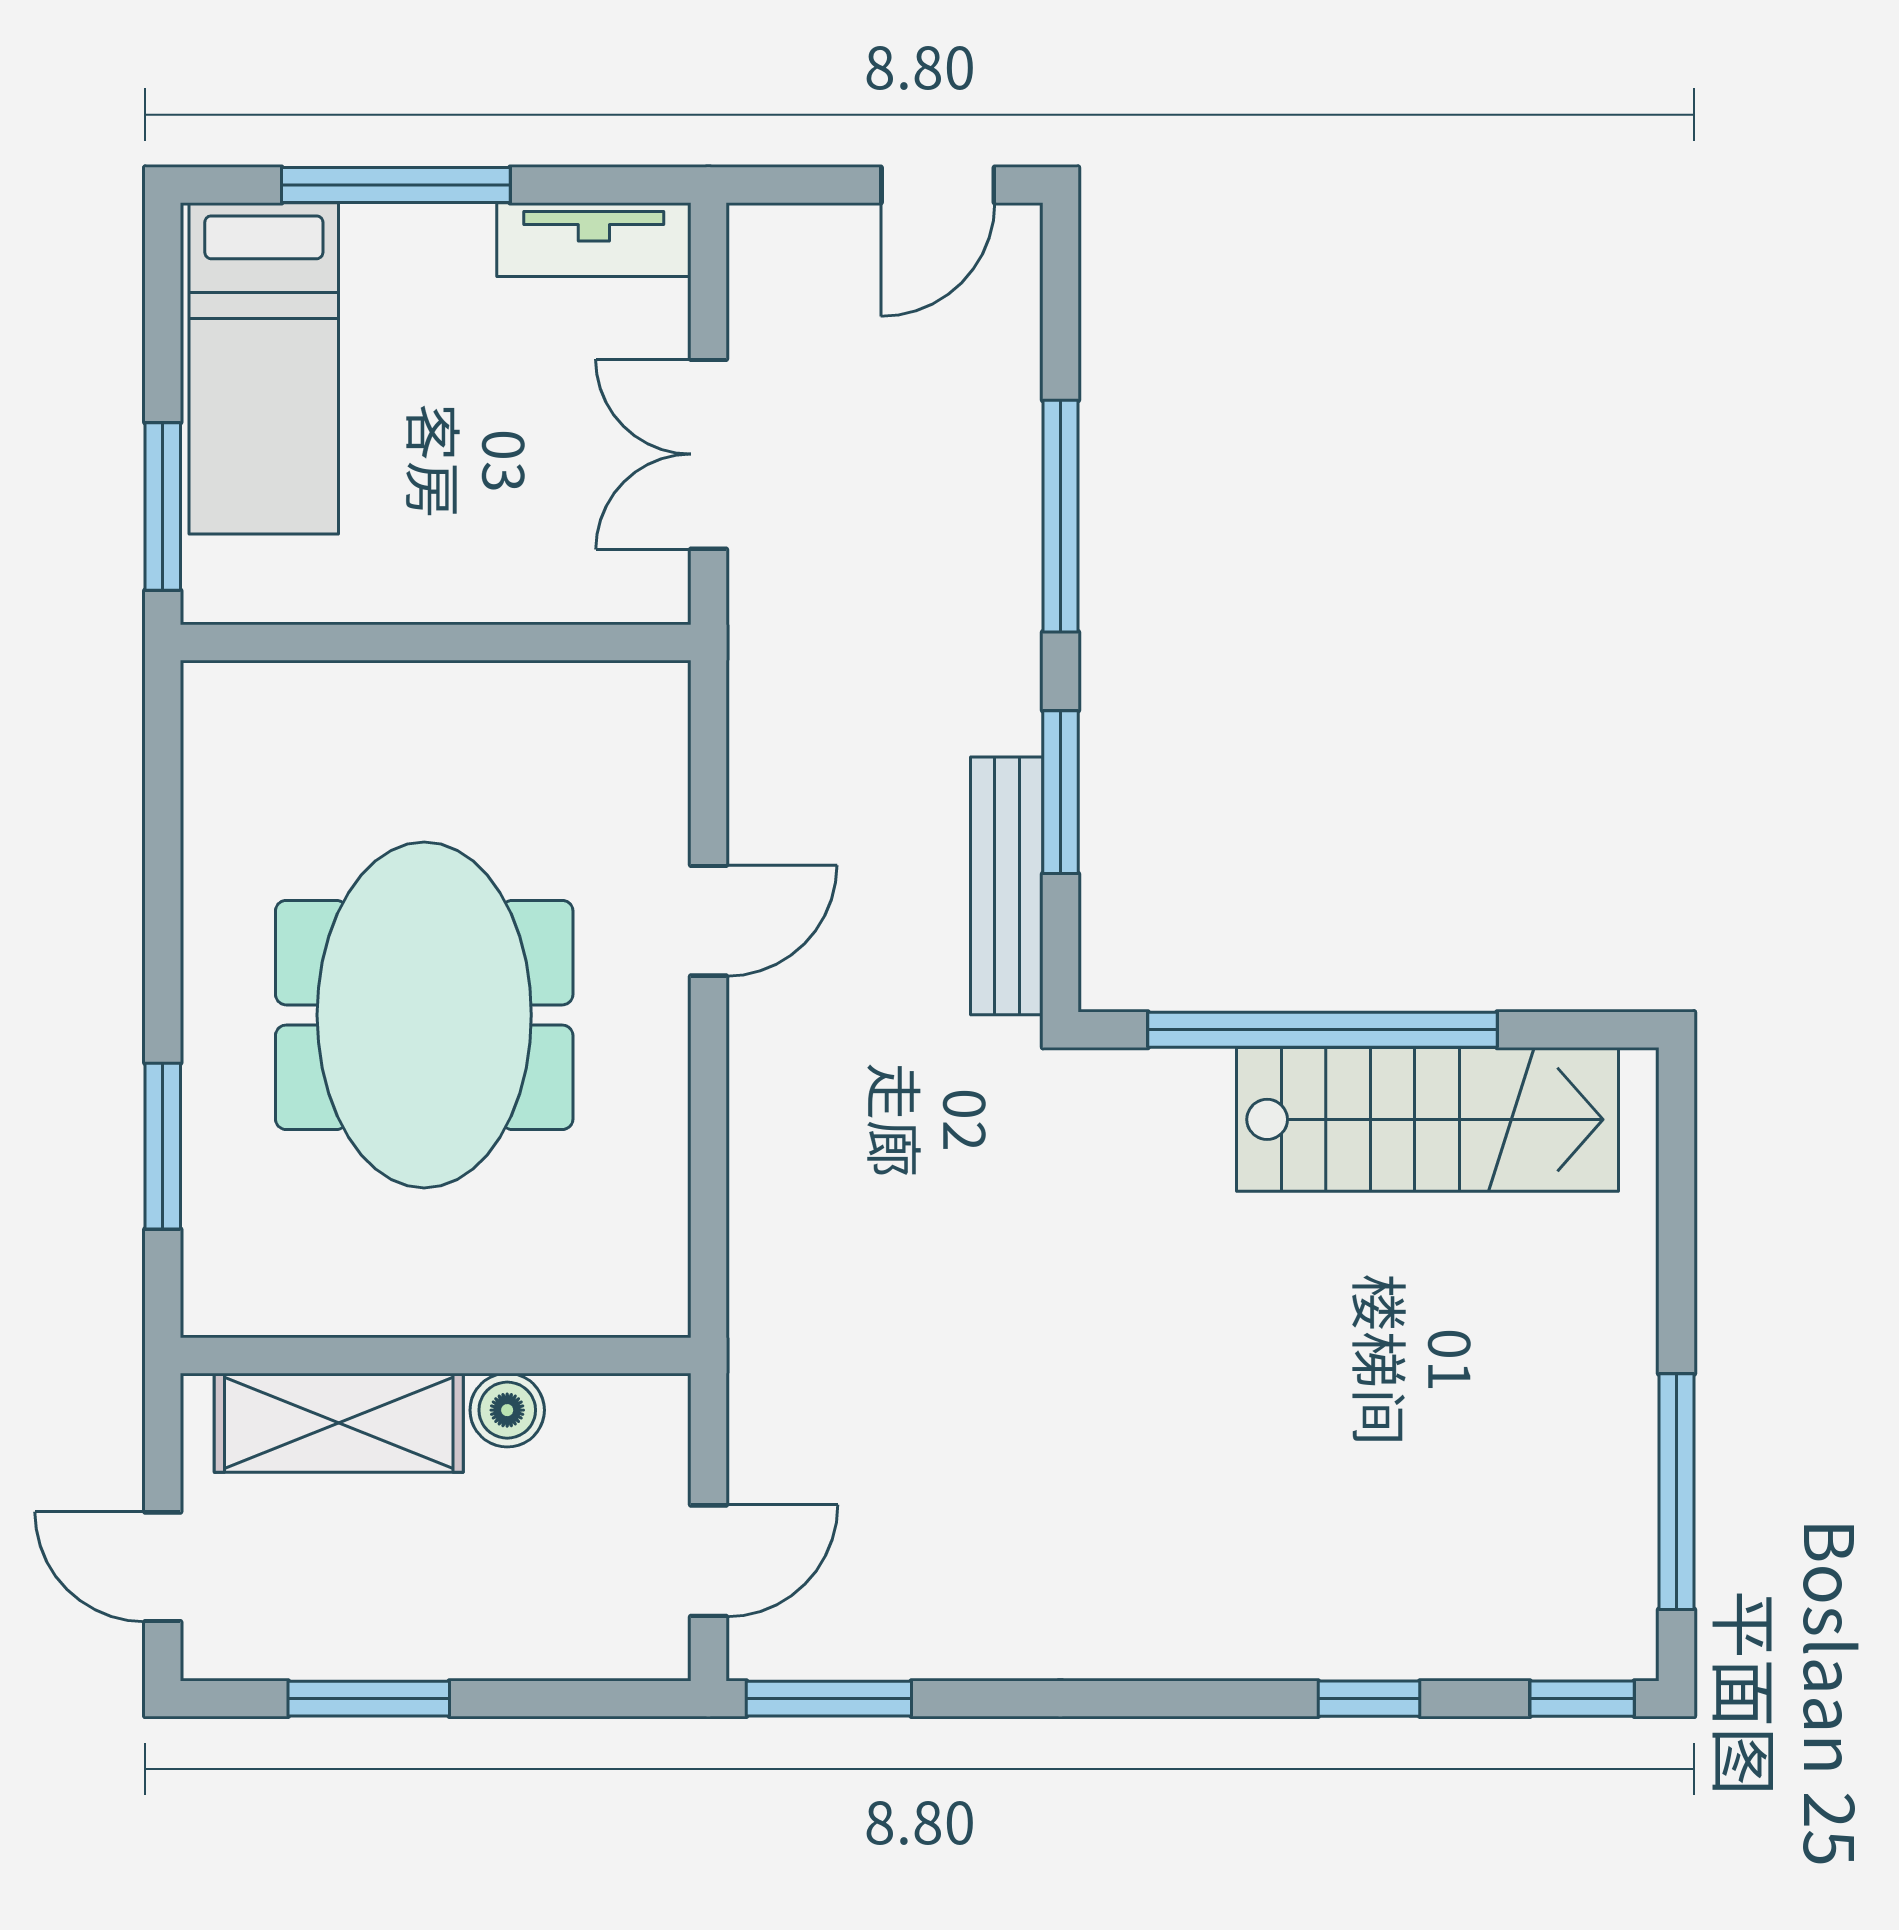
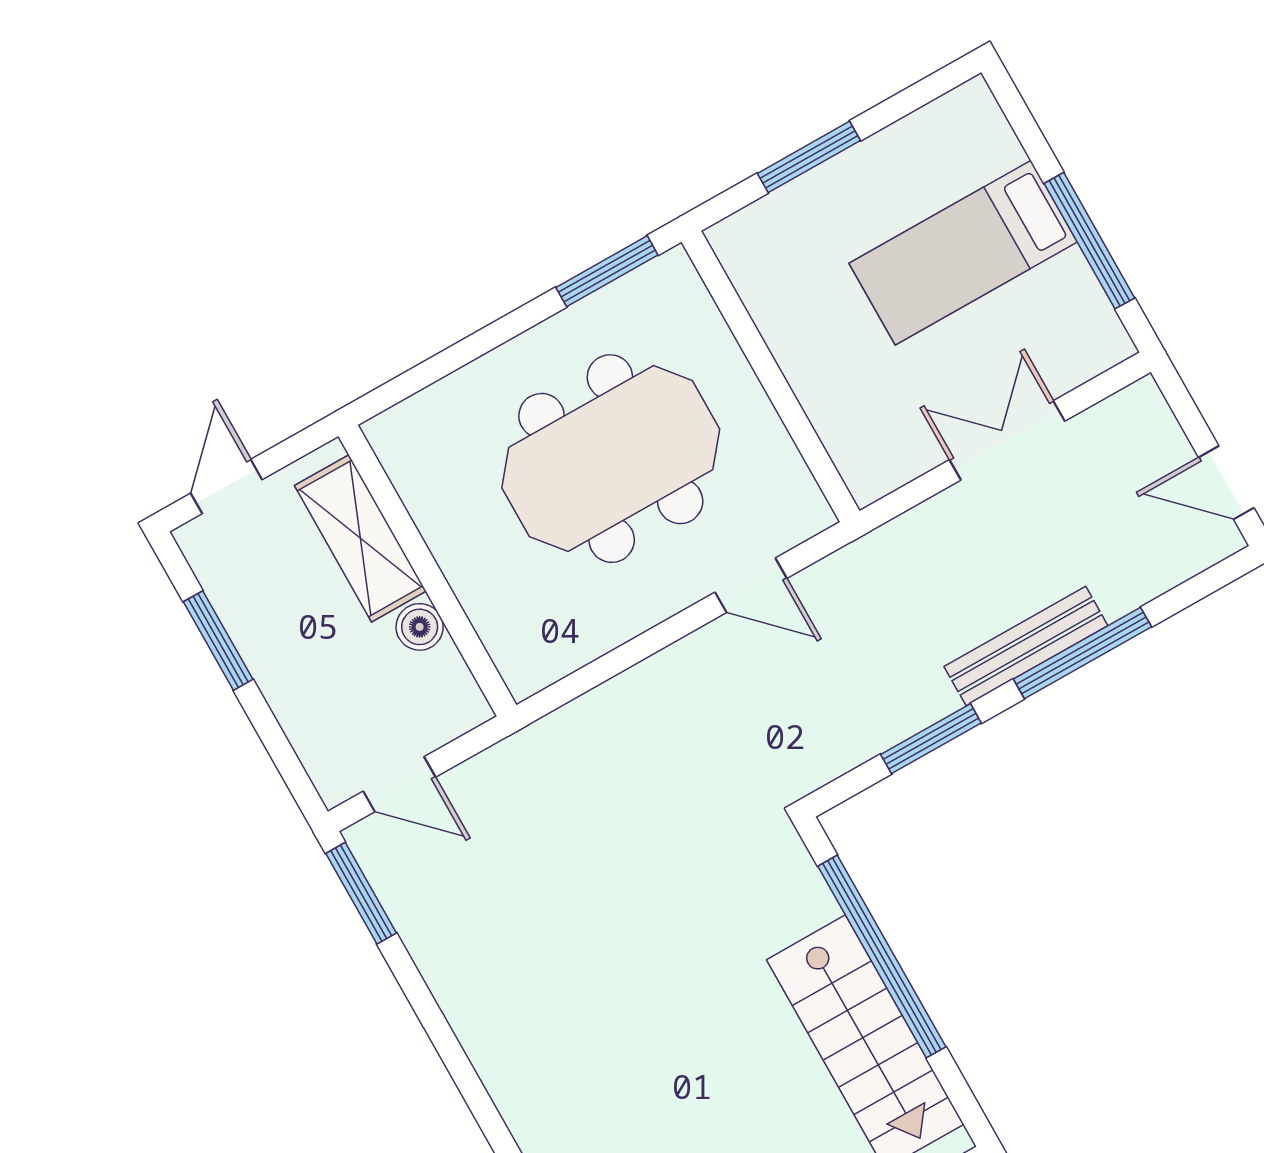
window: (396, 185) -> (1089, 241), moved
tv unit: (594, 240) -> (1089, 311), removed
bed: (264, 368) -> (963, 253), moved
wall: (436, 643) -> (771, 376), moved
bench: (1007, 886) -> (1026, 646), moved
window: (163, 1146) -> (607, 271), moved

